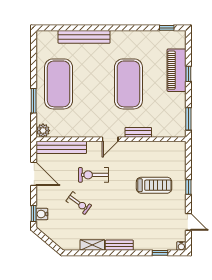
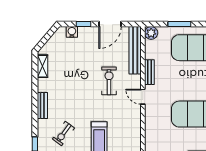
bench: (138, 132) -> (149, 72), moved
exercise bike: (79, 203) -> (63, 133), moved
window: (34, 213) -> (83, 24), moved
shelving: (92, 245) -> (42, 66), moved

